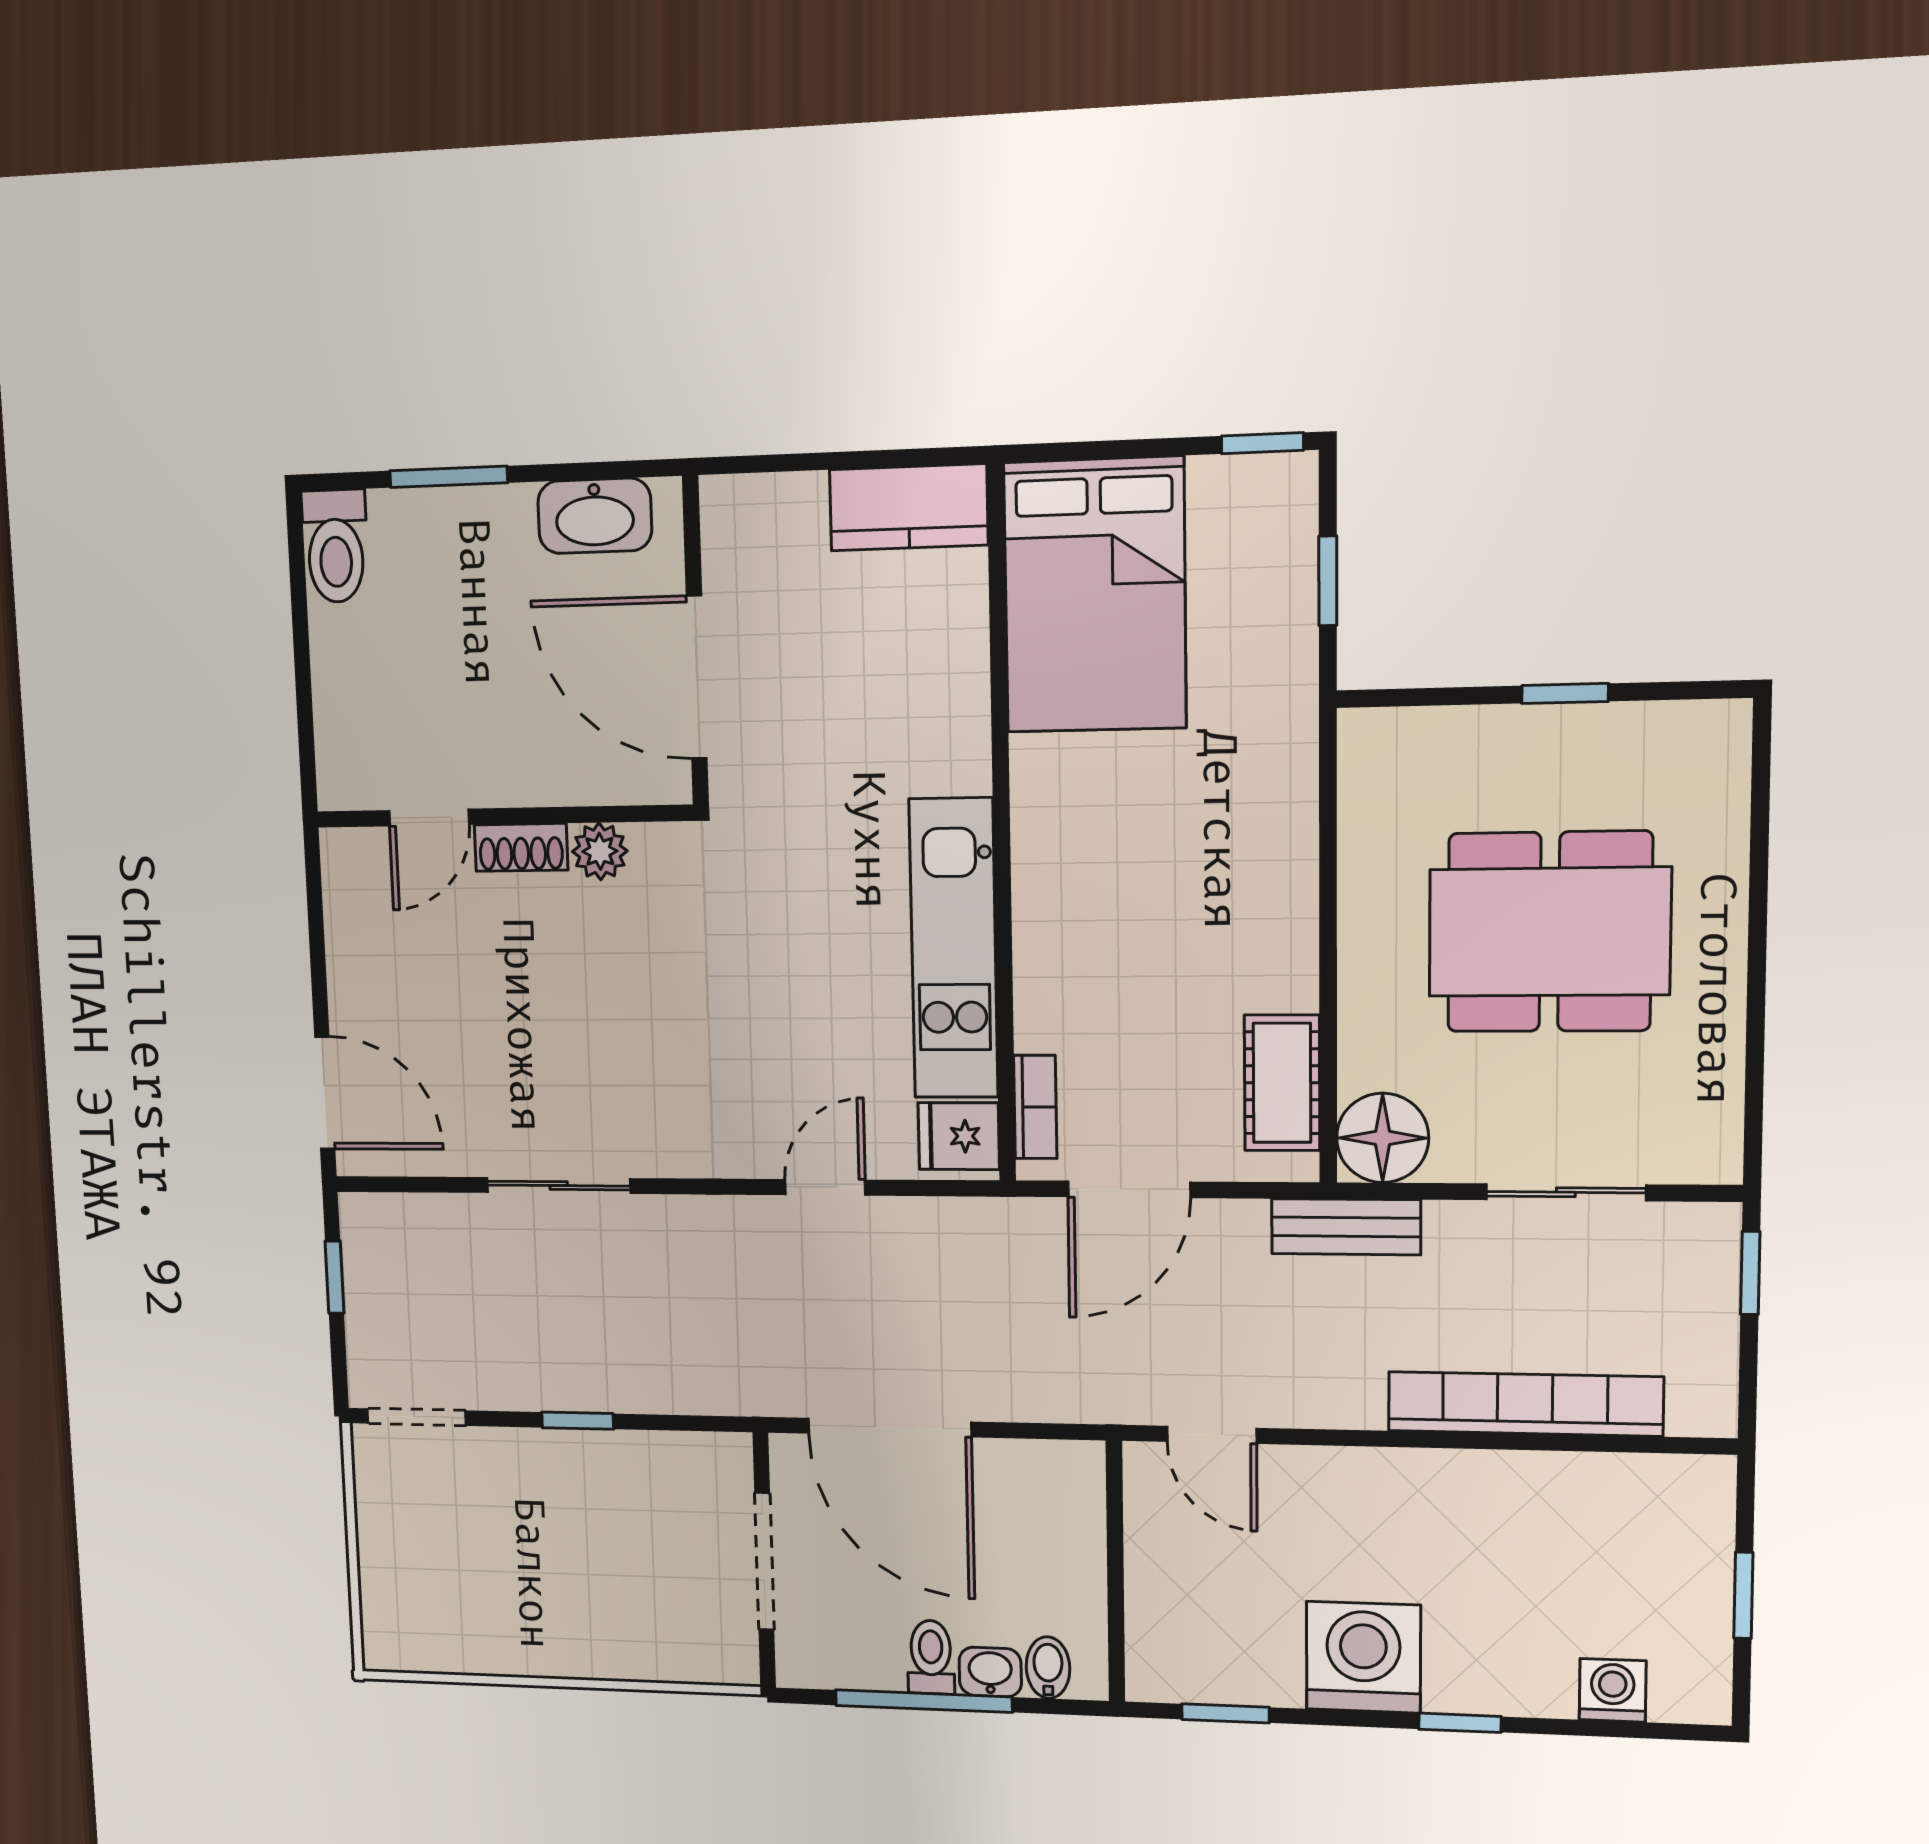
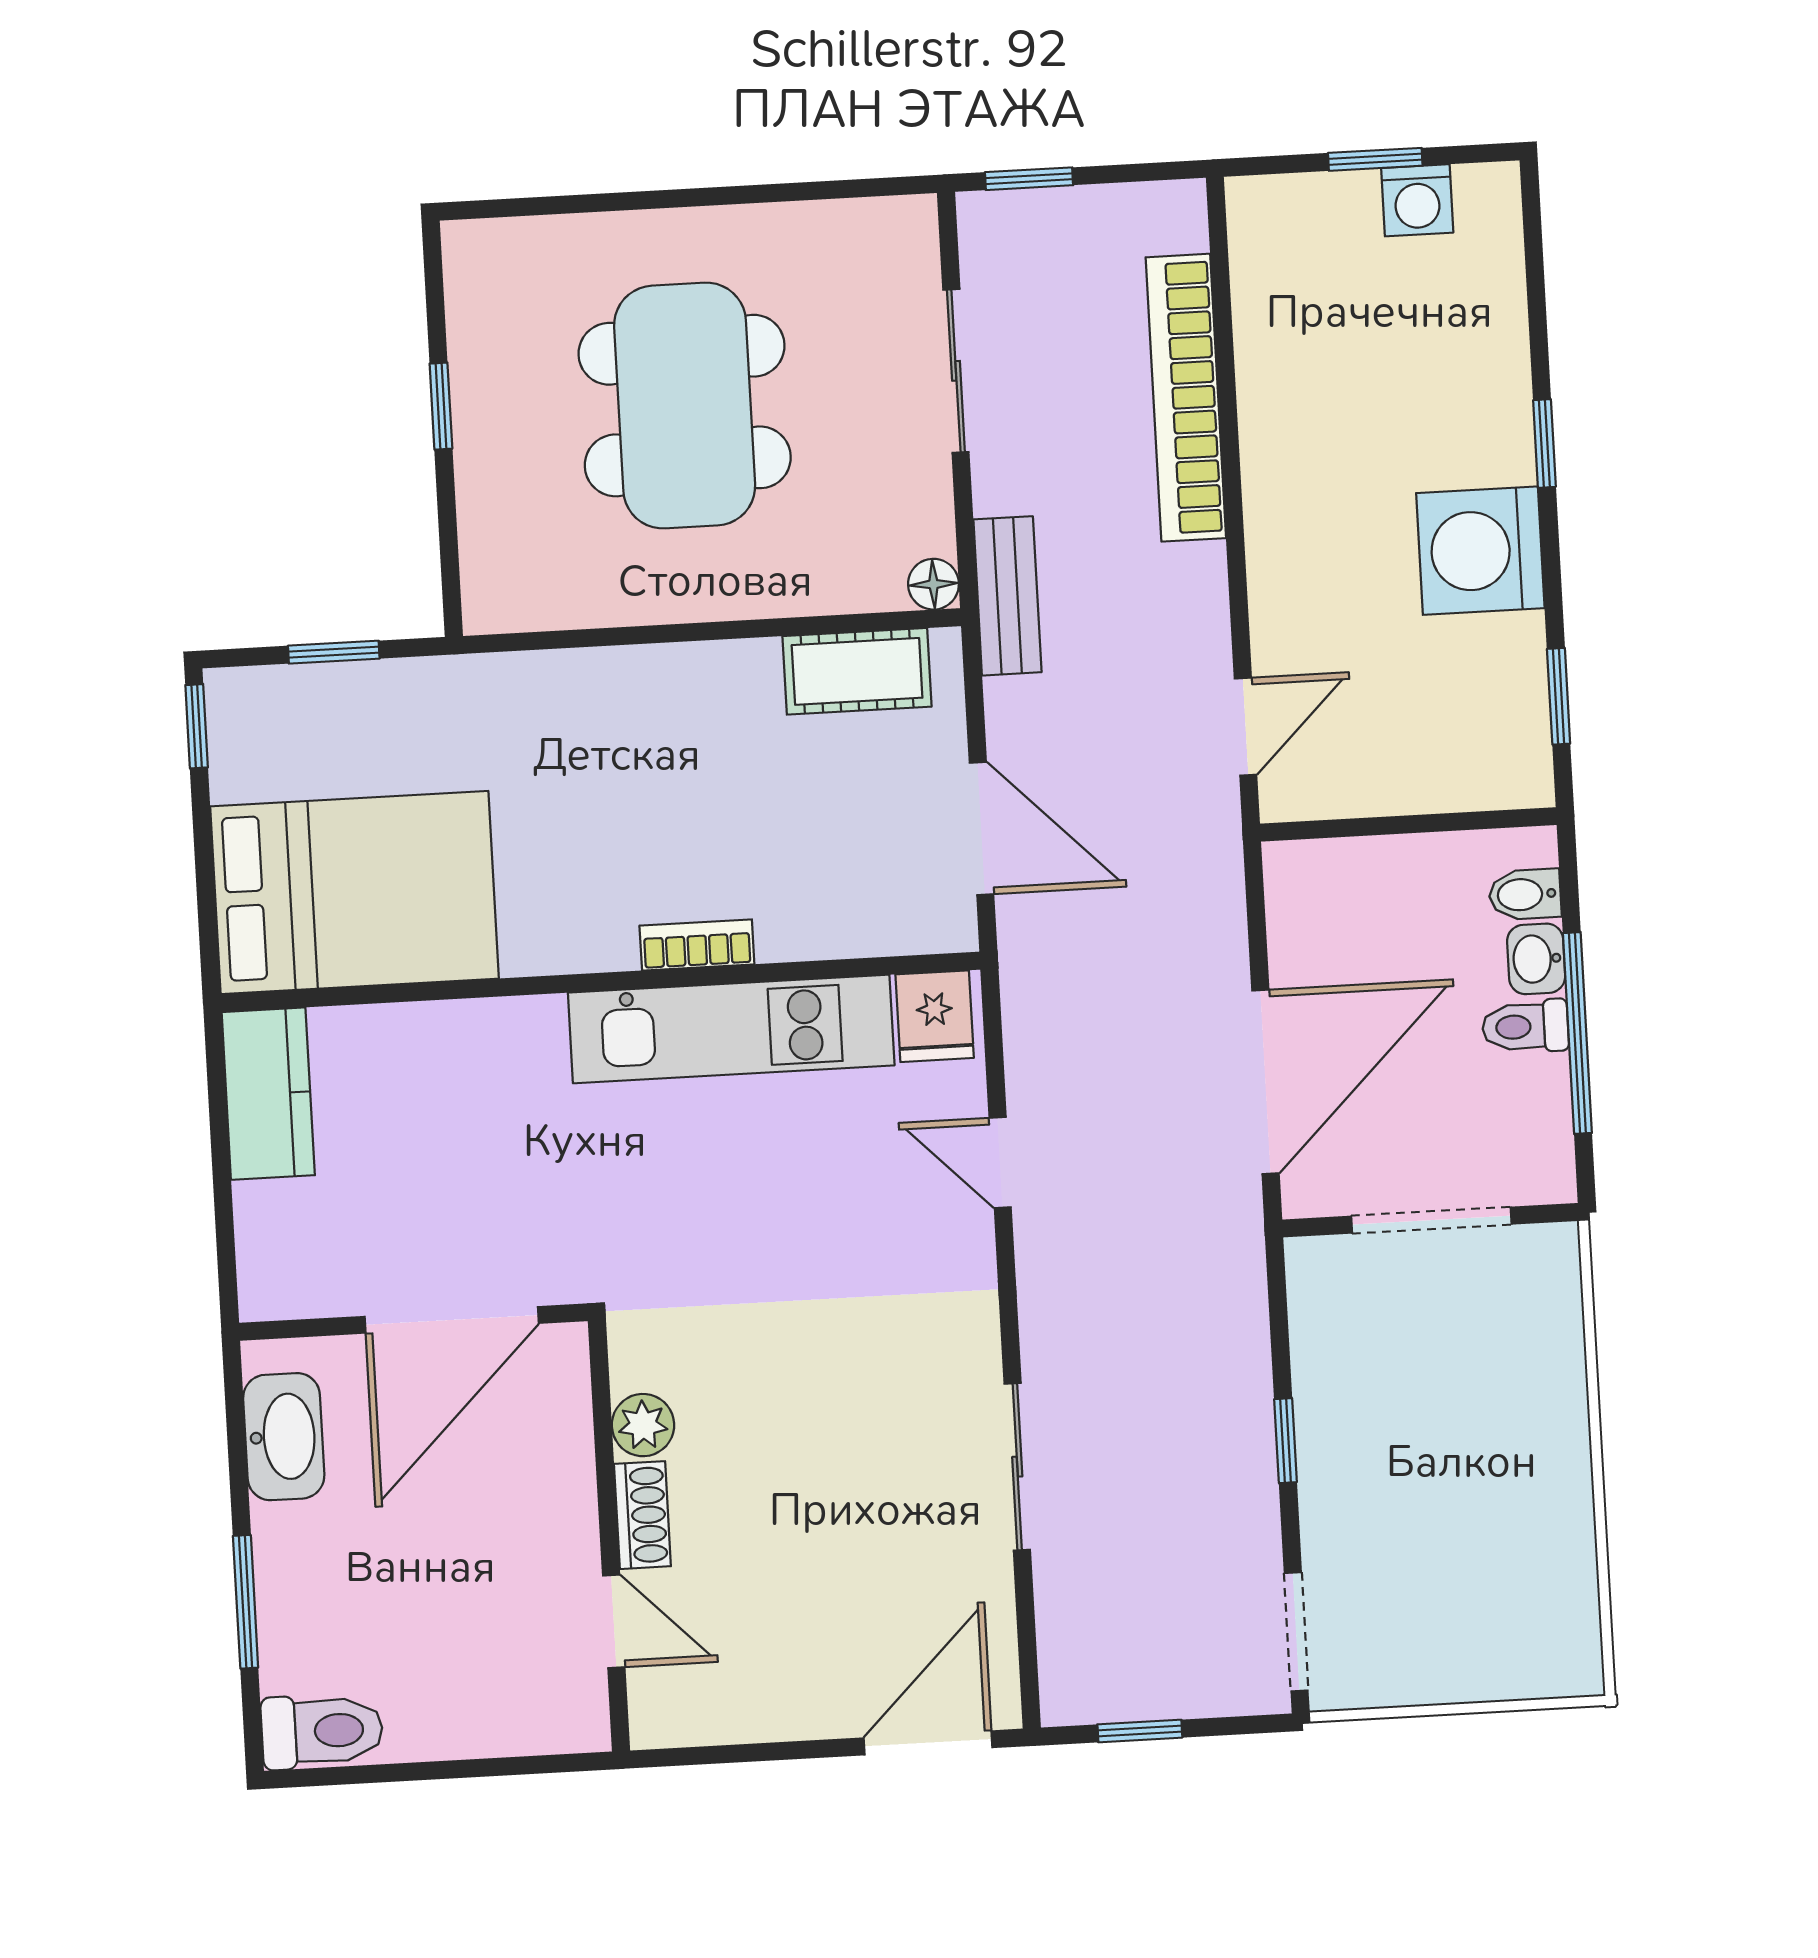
bookcase: (1035, 1107) -> (697, 945), moved
floor lamp: (1383, 1138) -> (933, 584), width x0.53, depth x0.53
washing machine: (1613, 1690) -> (1417, 200), moved, turned -90

